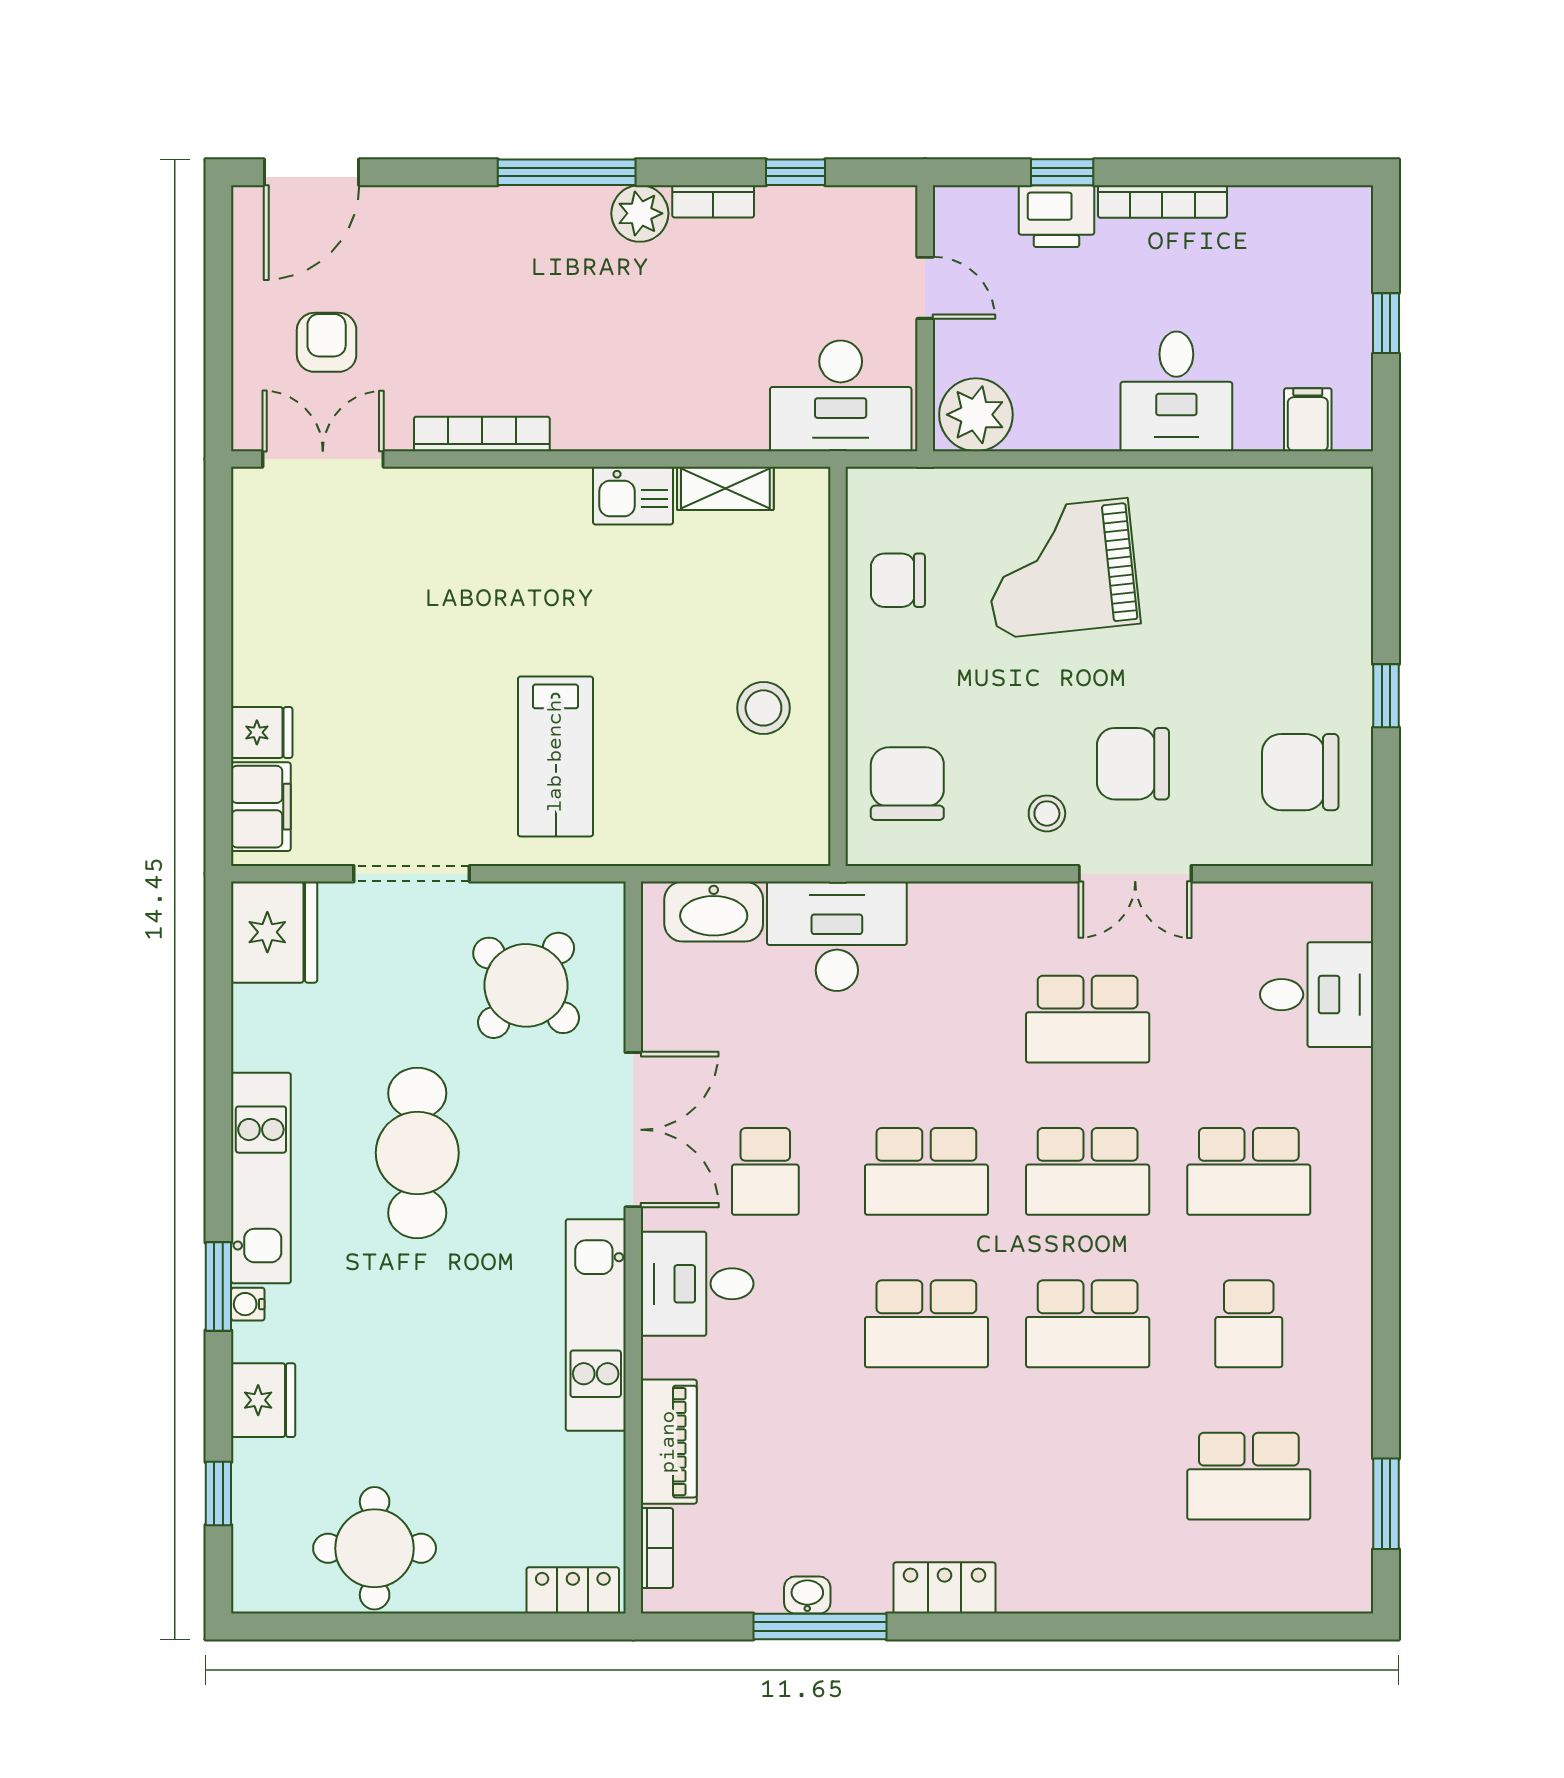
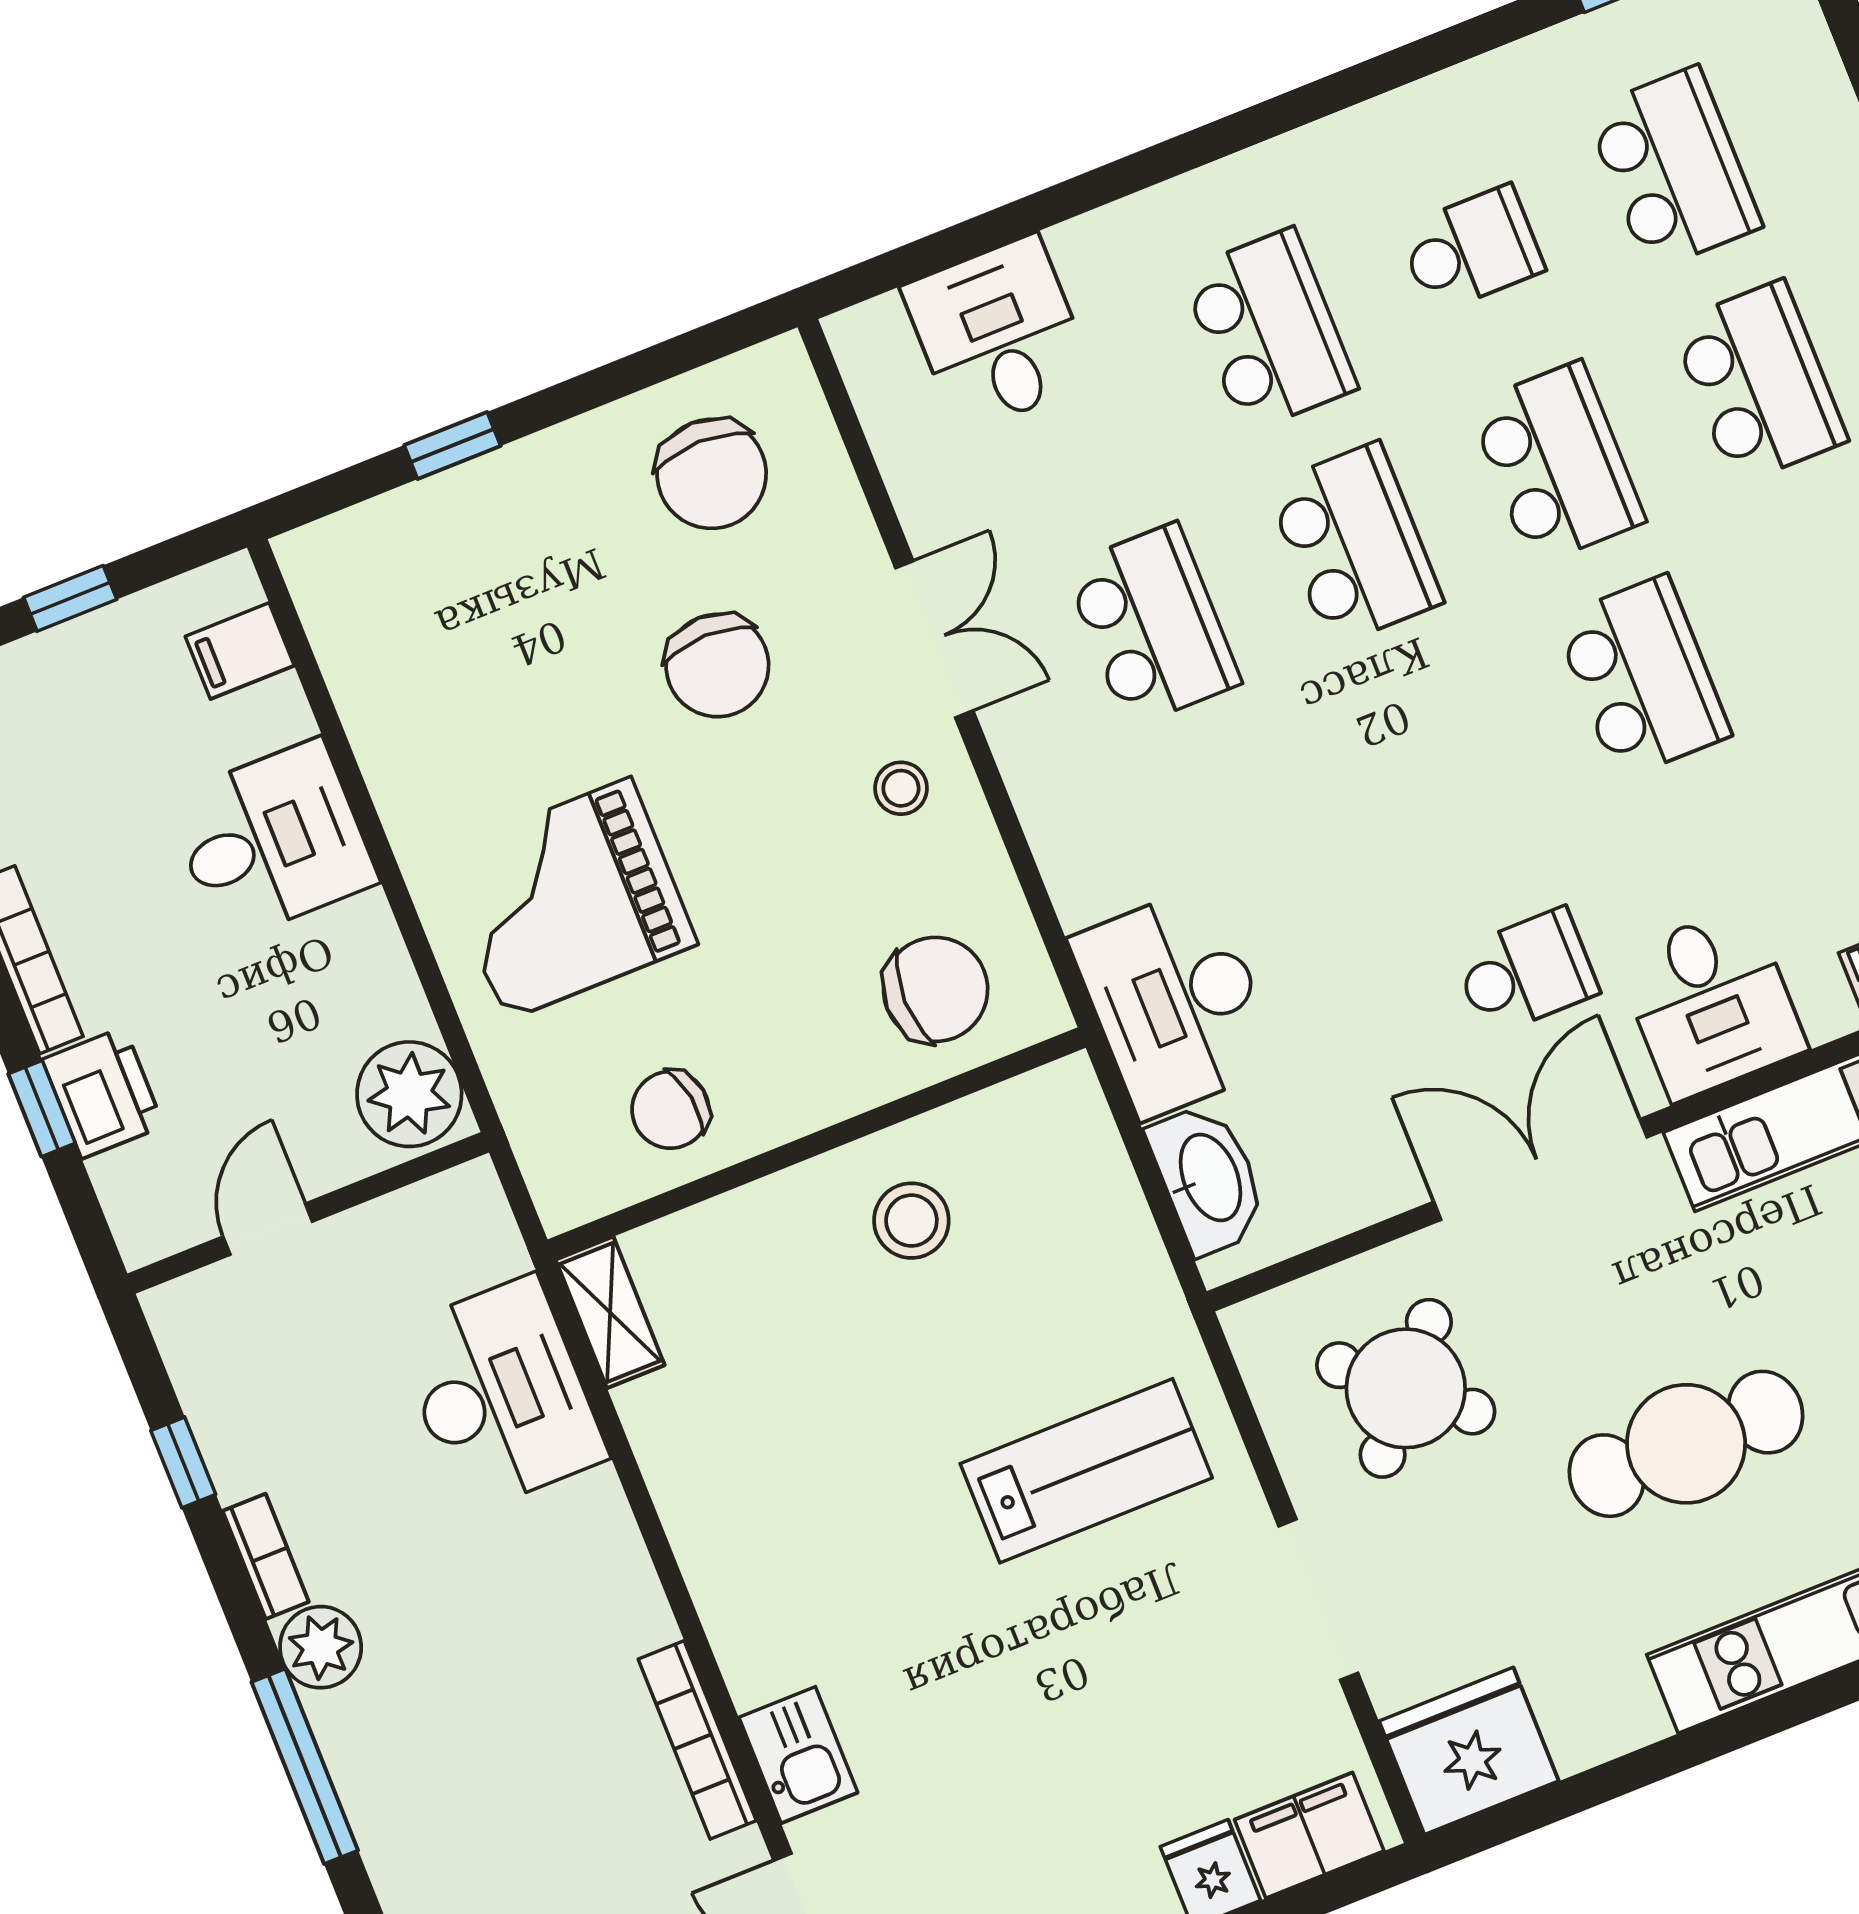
desk: (841, 396) -> (500, 1394), moved
shelving: (725, 488) -> (610, 1312), moved
kitchen sink: (633, 496) -> (798, 1755), moved
grand piano: (1061, 568) -> (568, 899), turned 96
chair: (898, 580) -> (670, 1110), turned 81
window: (1386, 696) -> (452, 446), moved
chair: (1133, 764) -> (717, 666), moved
chair: (907, 784) -> (936, 989), turned 180
school desk: (926, 1171) -> (1759, 382), moved

